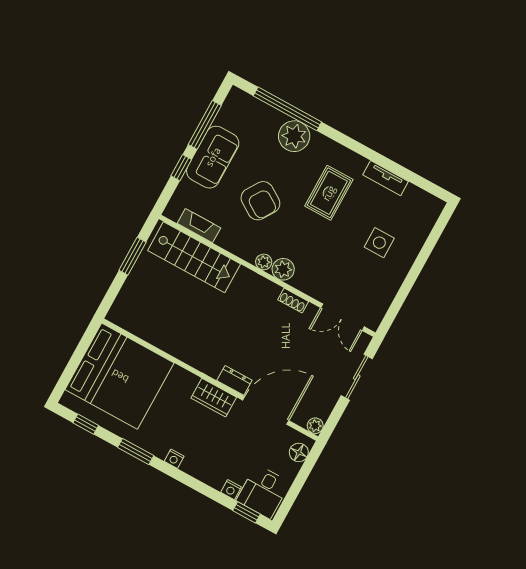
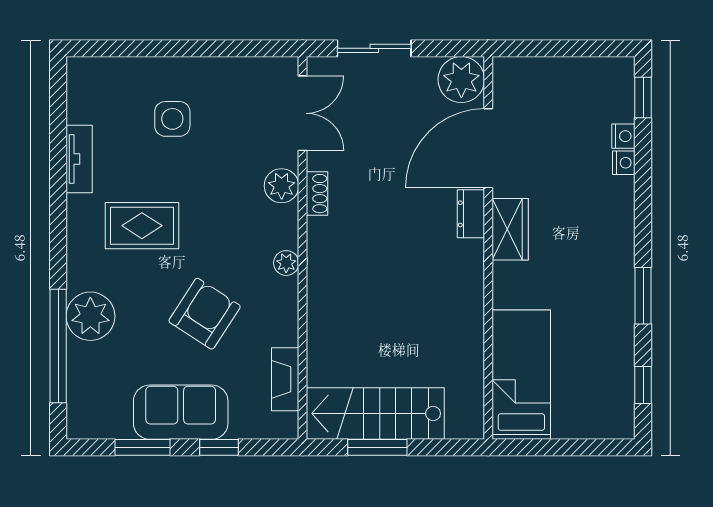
window: (205, 125) -> (143, 447), width x0.69
stairs: (194, 257) -> (375, 413), moved, turned -90
plant: (283, 269) -> (282, 186), moved
bed: (120, 376) -> (521, 375), width x0.49
door: (266, 410) -> (488, 148), hinge flipped
plant: (315, 426) -> (461, 80), width x1.88, depth x1.88
floor lamp: (299, 452) -> (521, 71), removed
nightstand: (174, 459) -> (624, 163), moved
desk: (263, 492) -> (602, 90), removed

